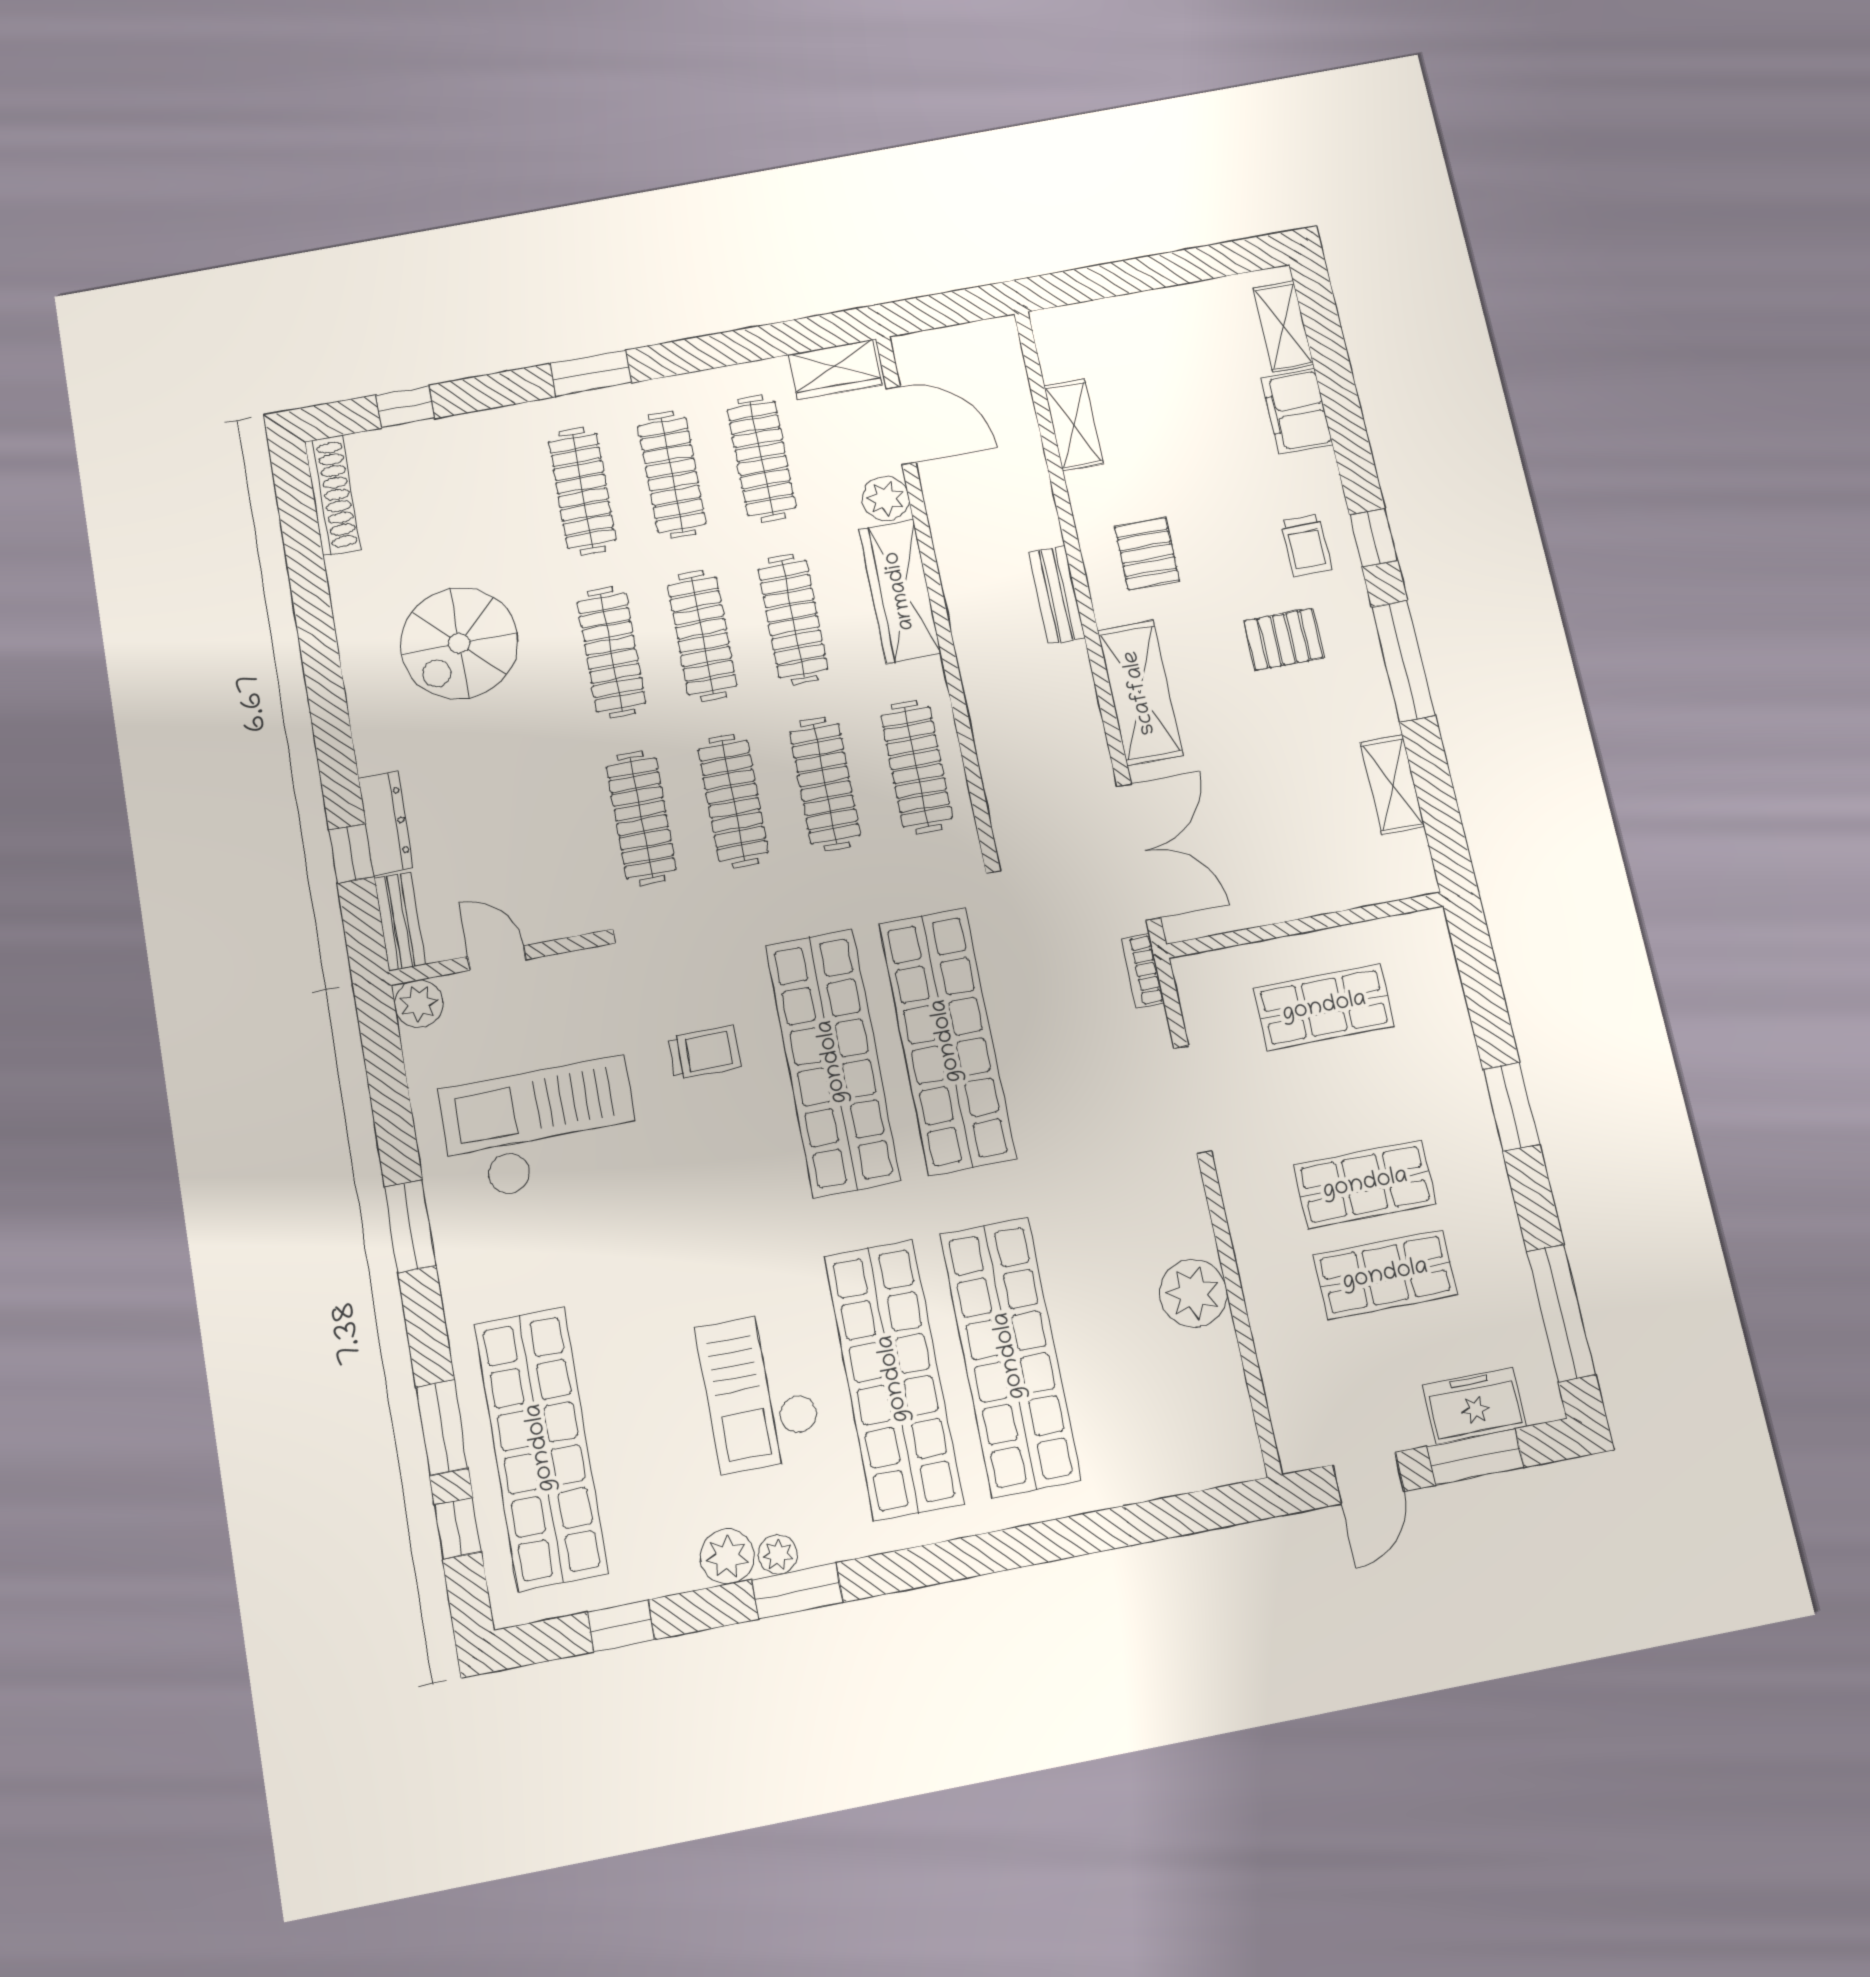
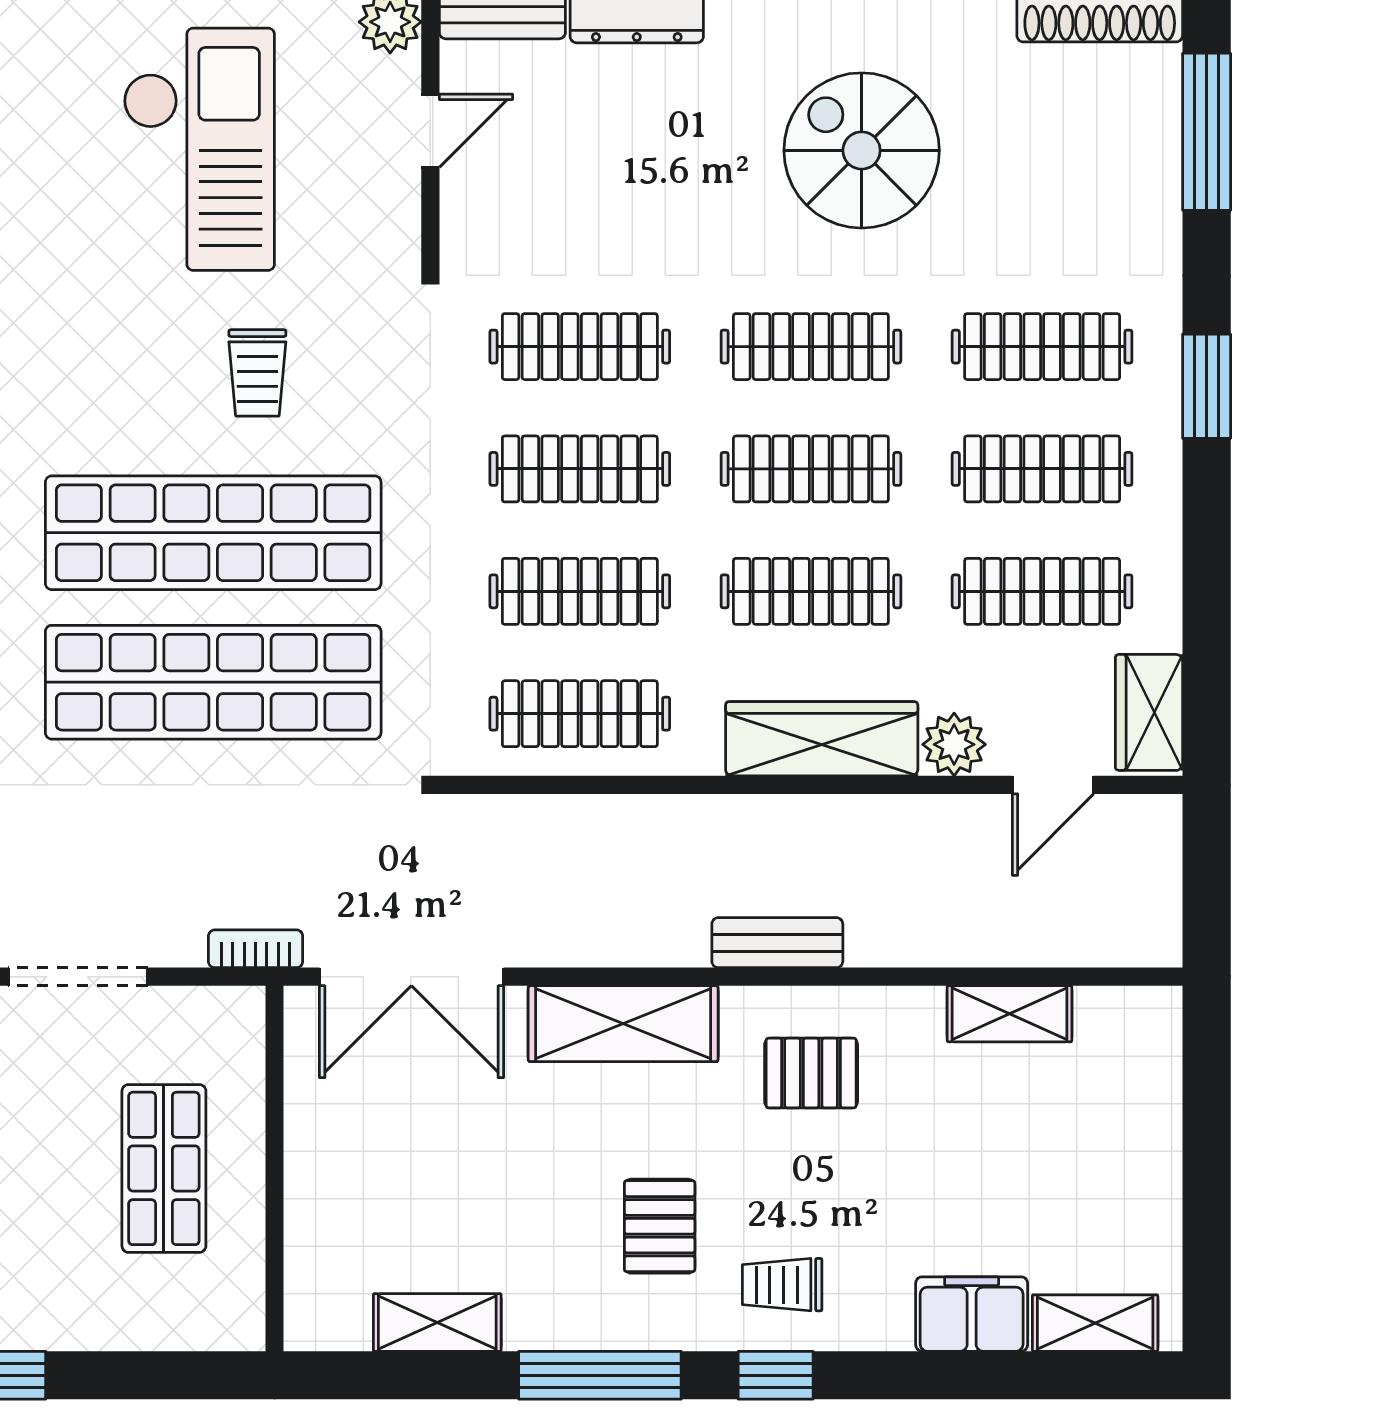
window: (405, 407) -> (1207, 132), width x2.17
door: (901, 425) -> (1053, 785), width x0.73

